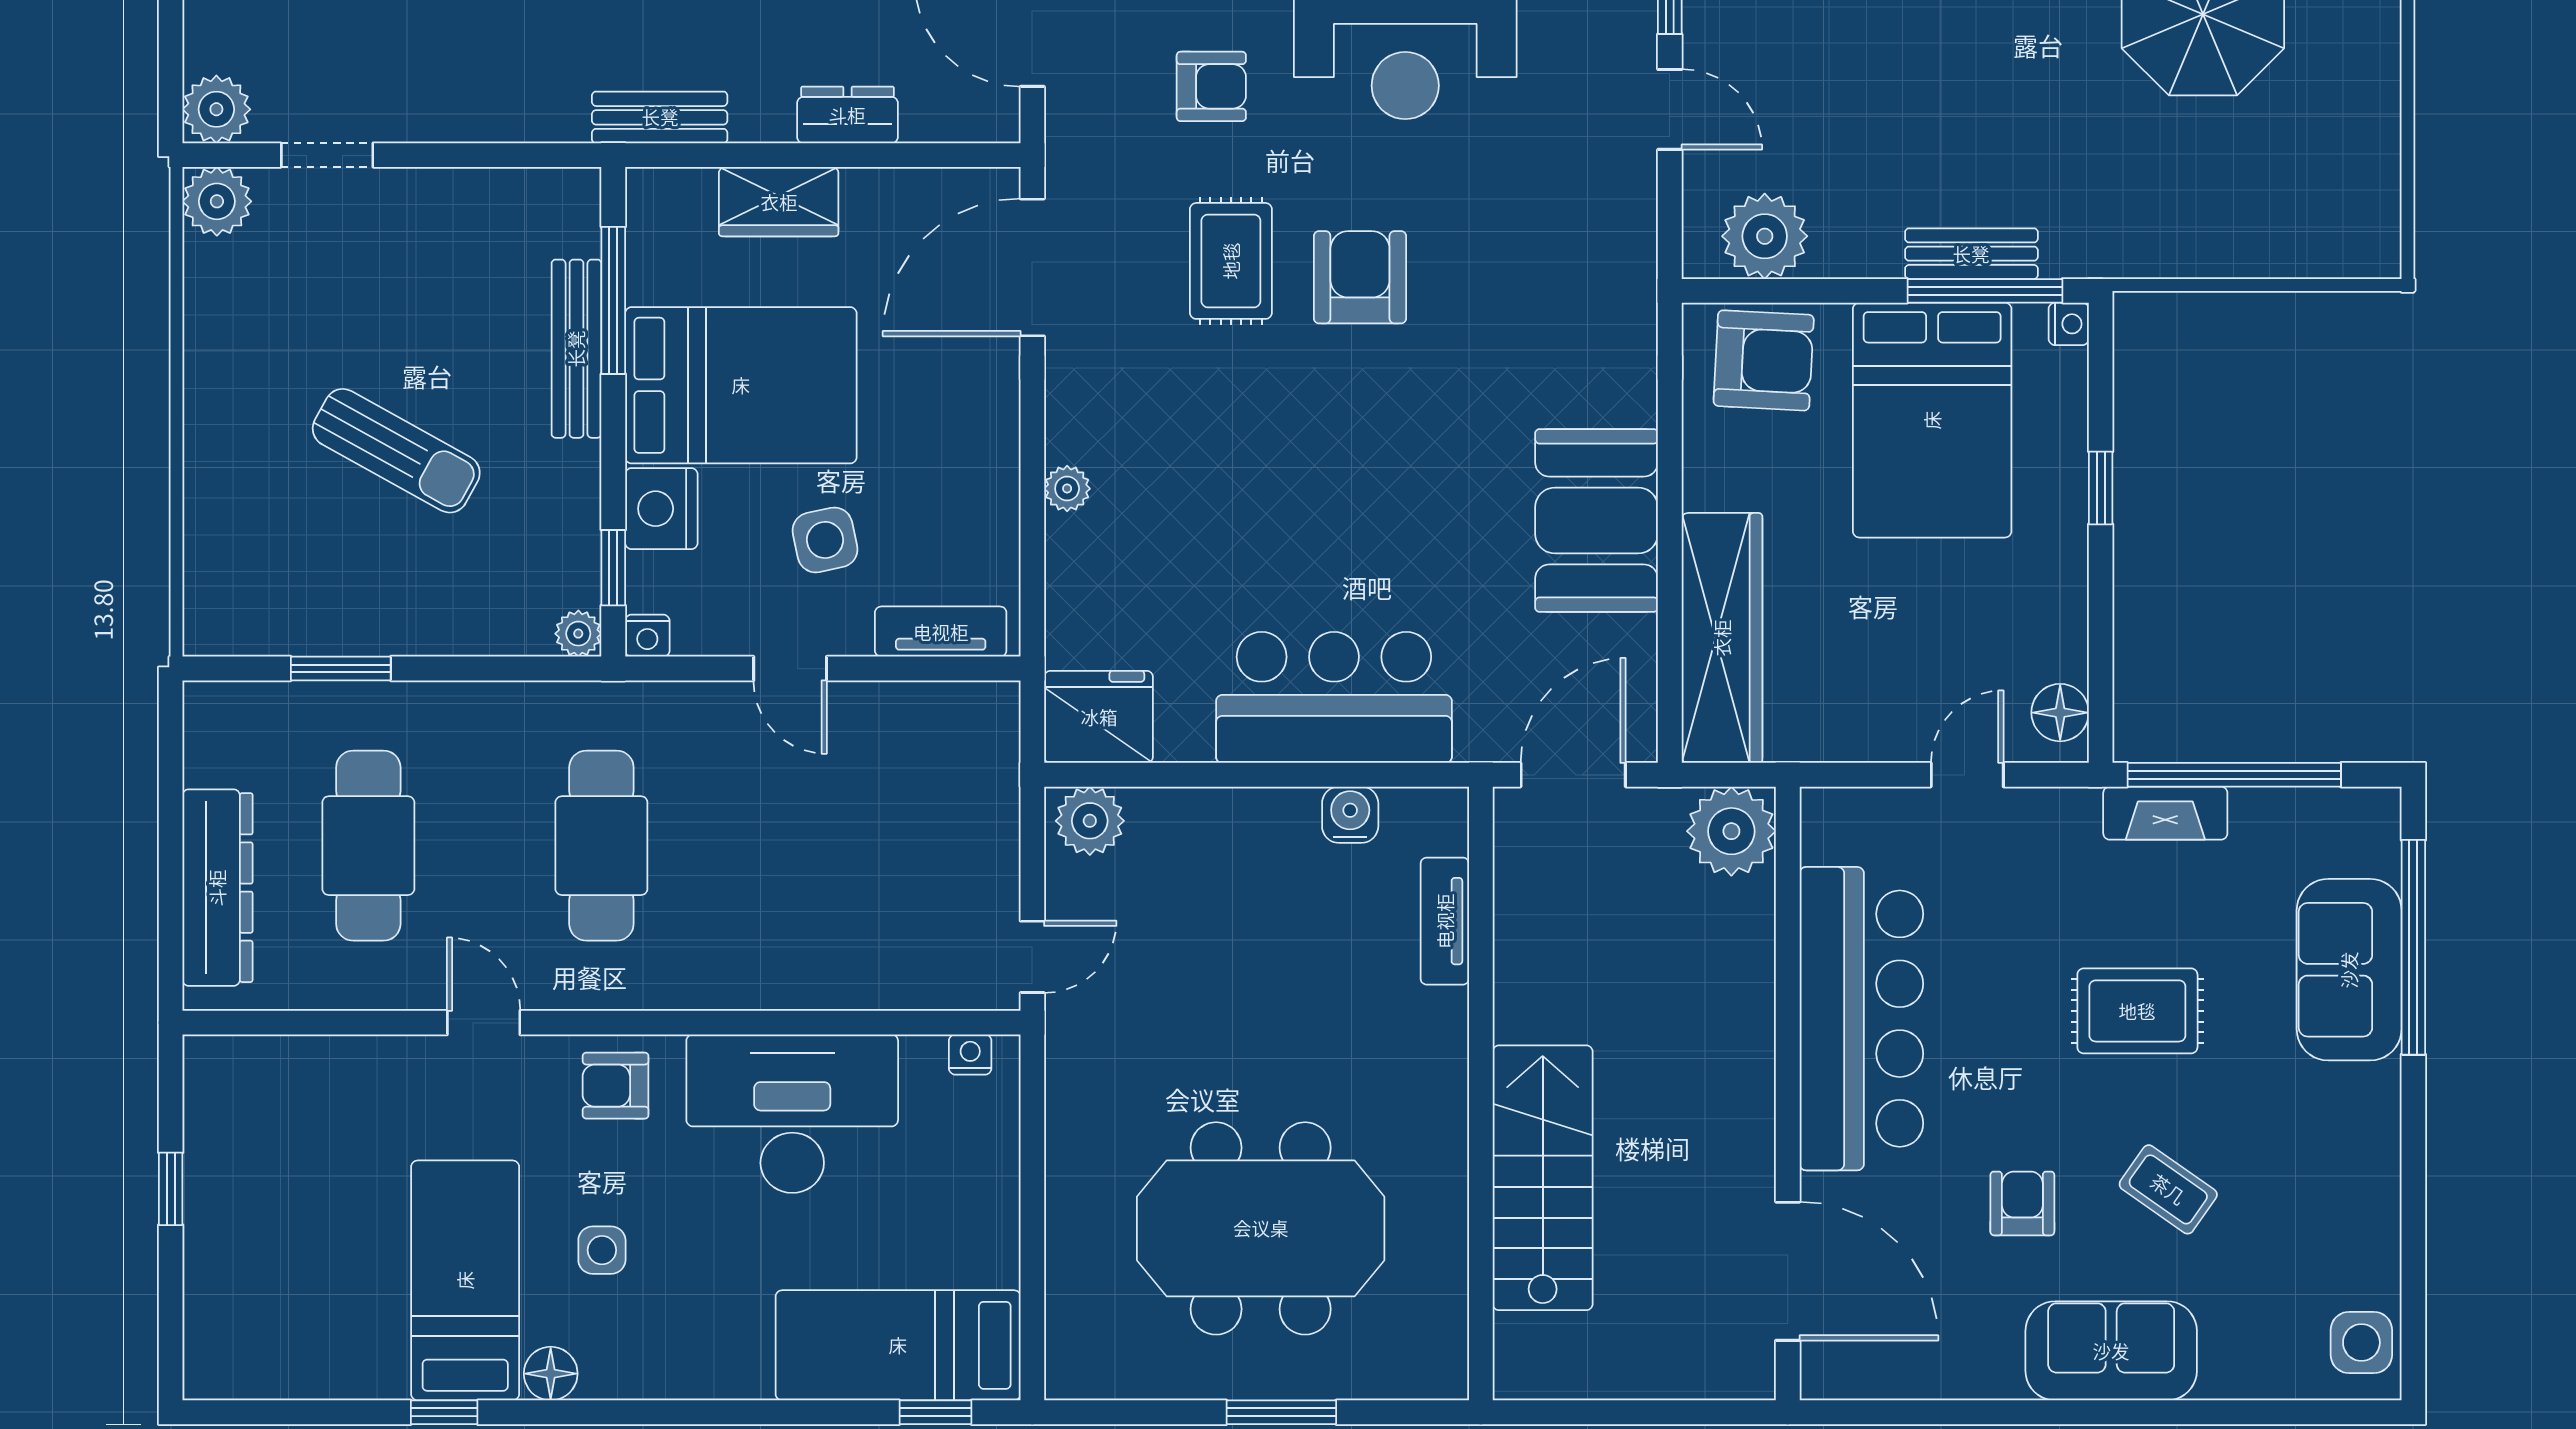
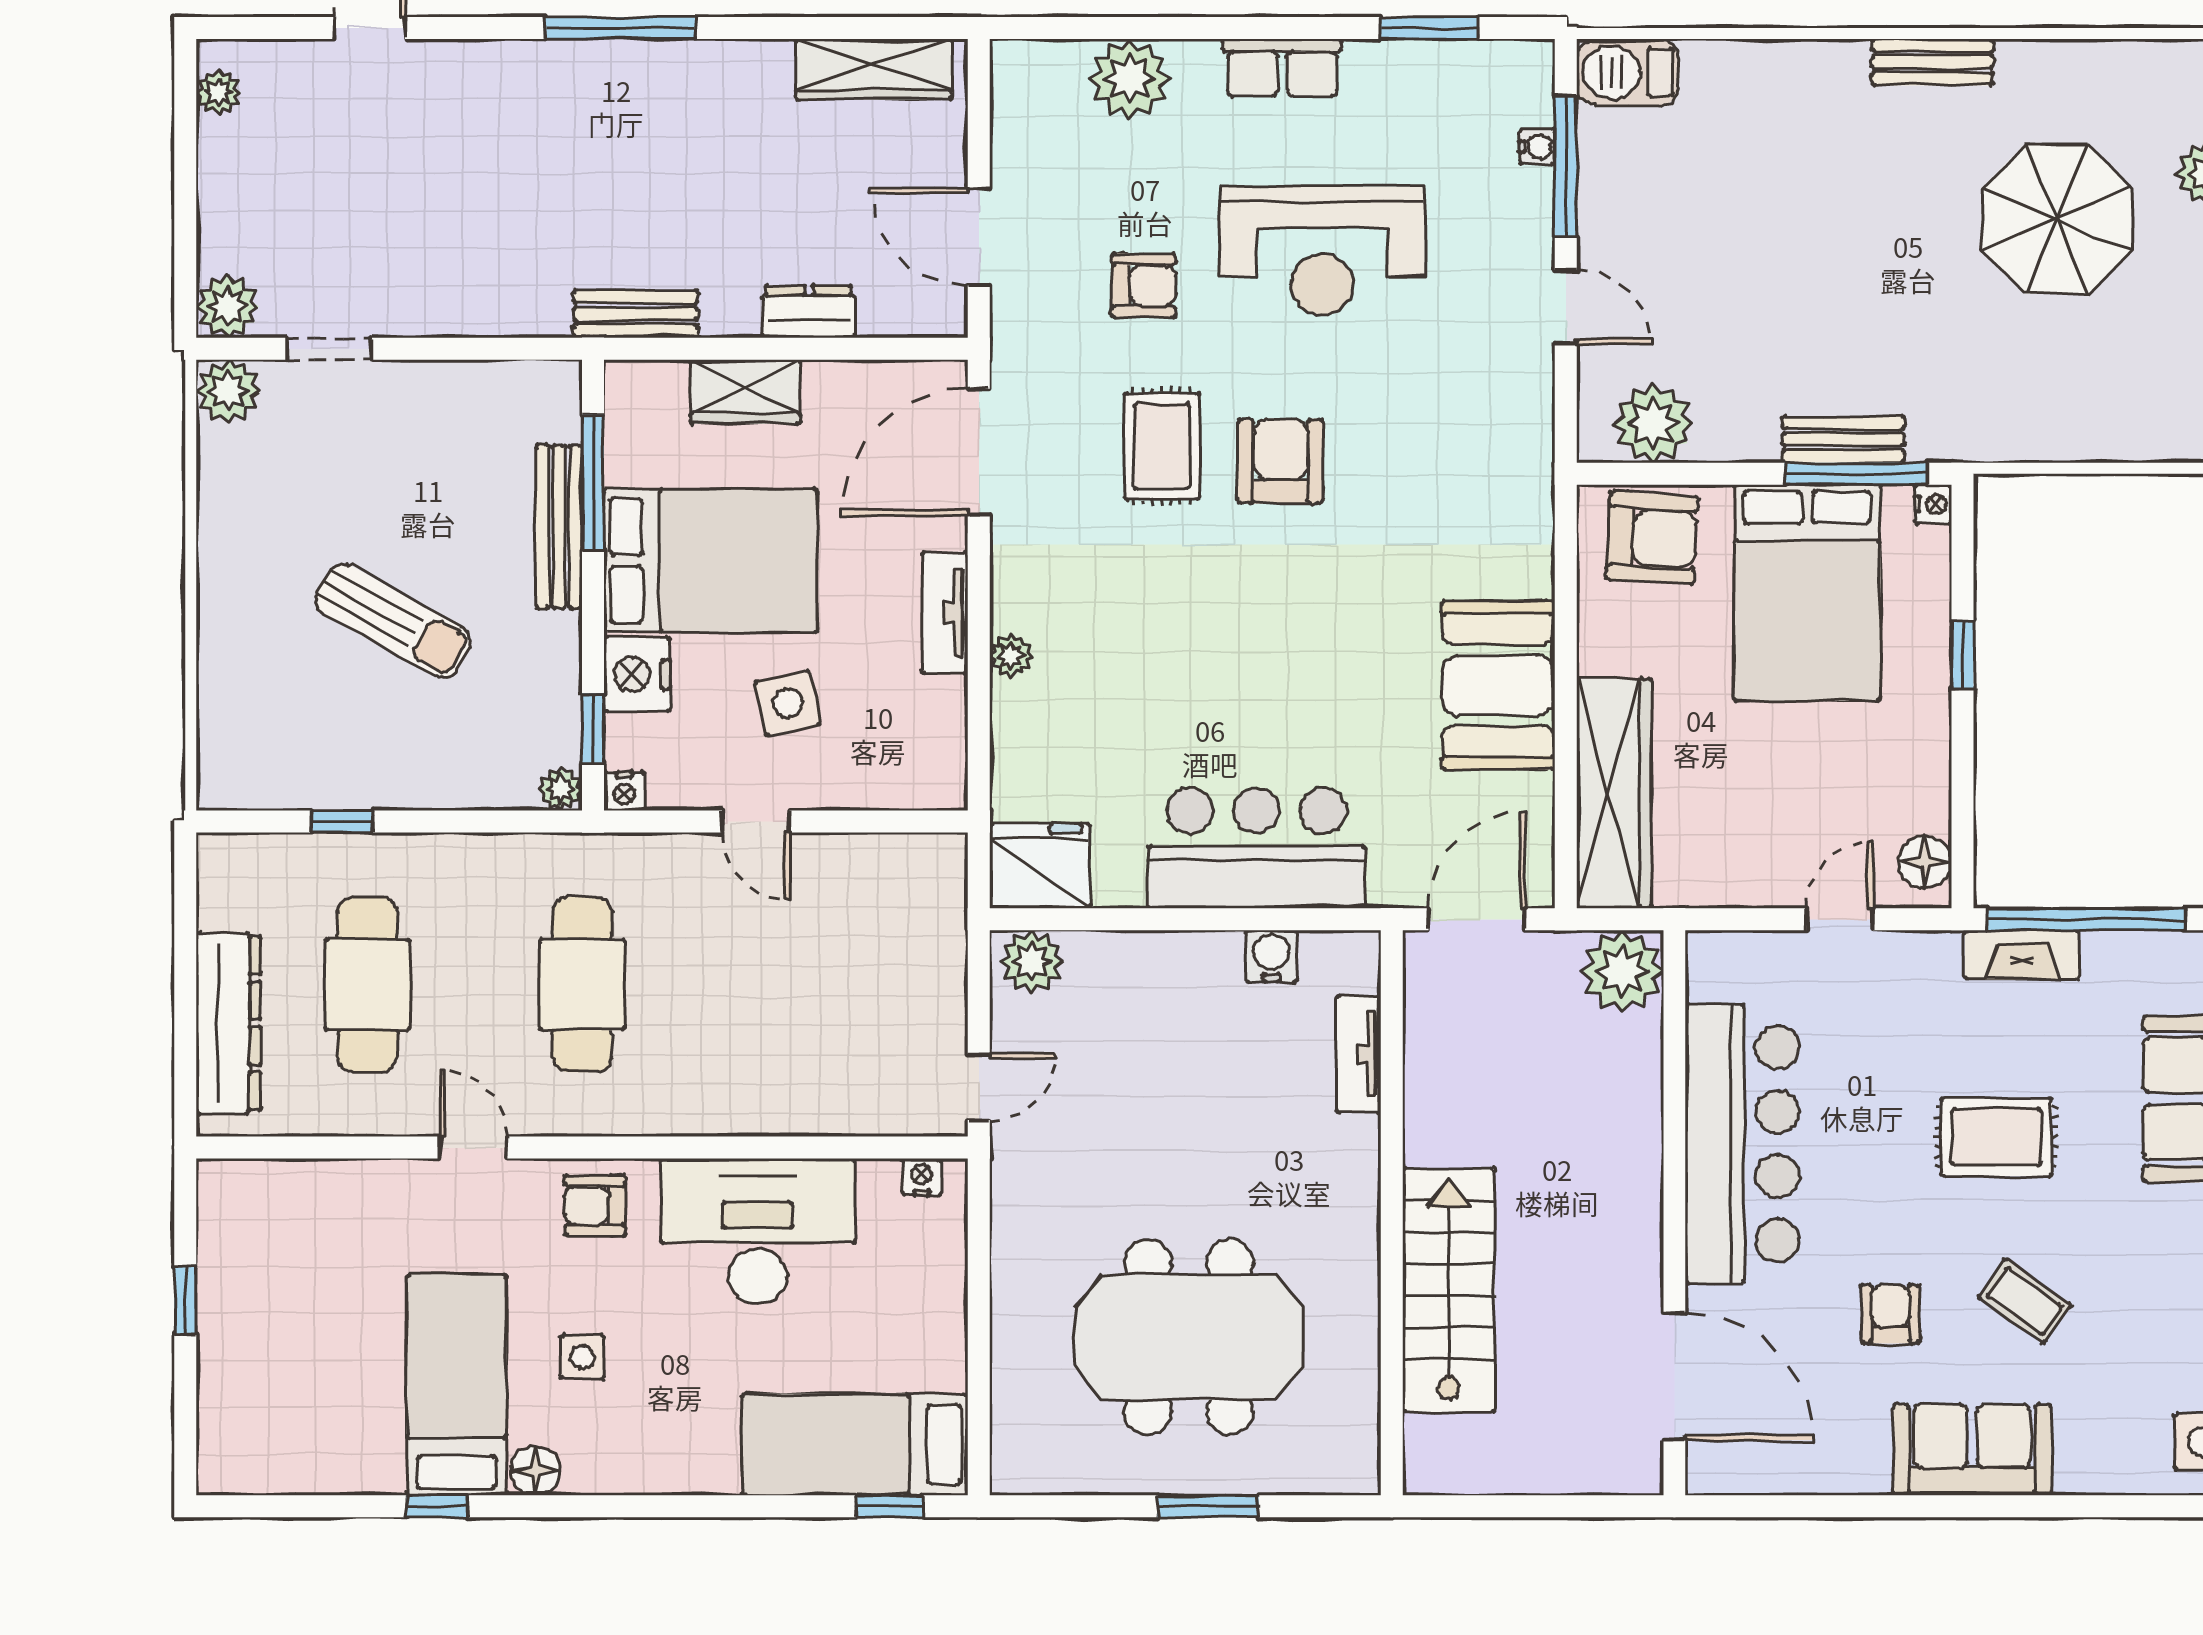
tv unit: (941, 632) -> (945, 612), moved, turned -90
window: (341, 669) -> (342, 821), width x0.67

